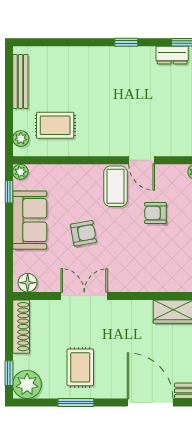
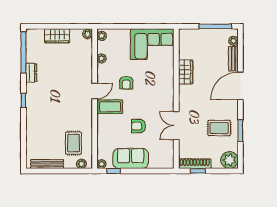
armchair: (83, 233) -> (139, 126), turned -80
floor lamp: (28, 283) -> (168, 160), removed
window: (9, 373) -> (198, 171), moved

